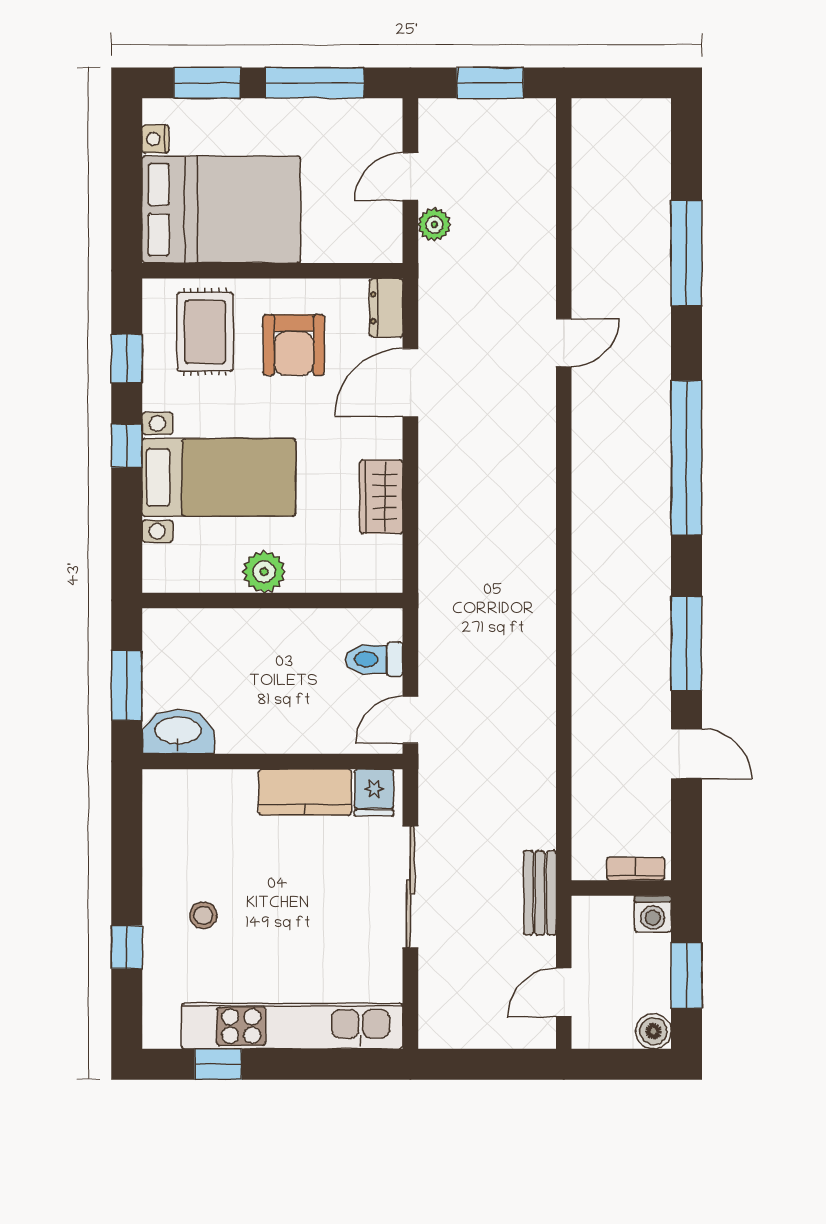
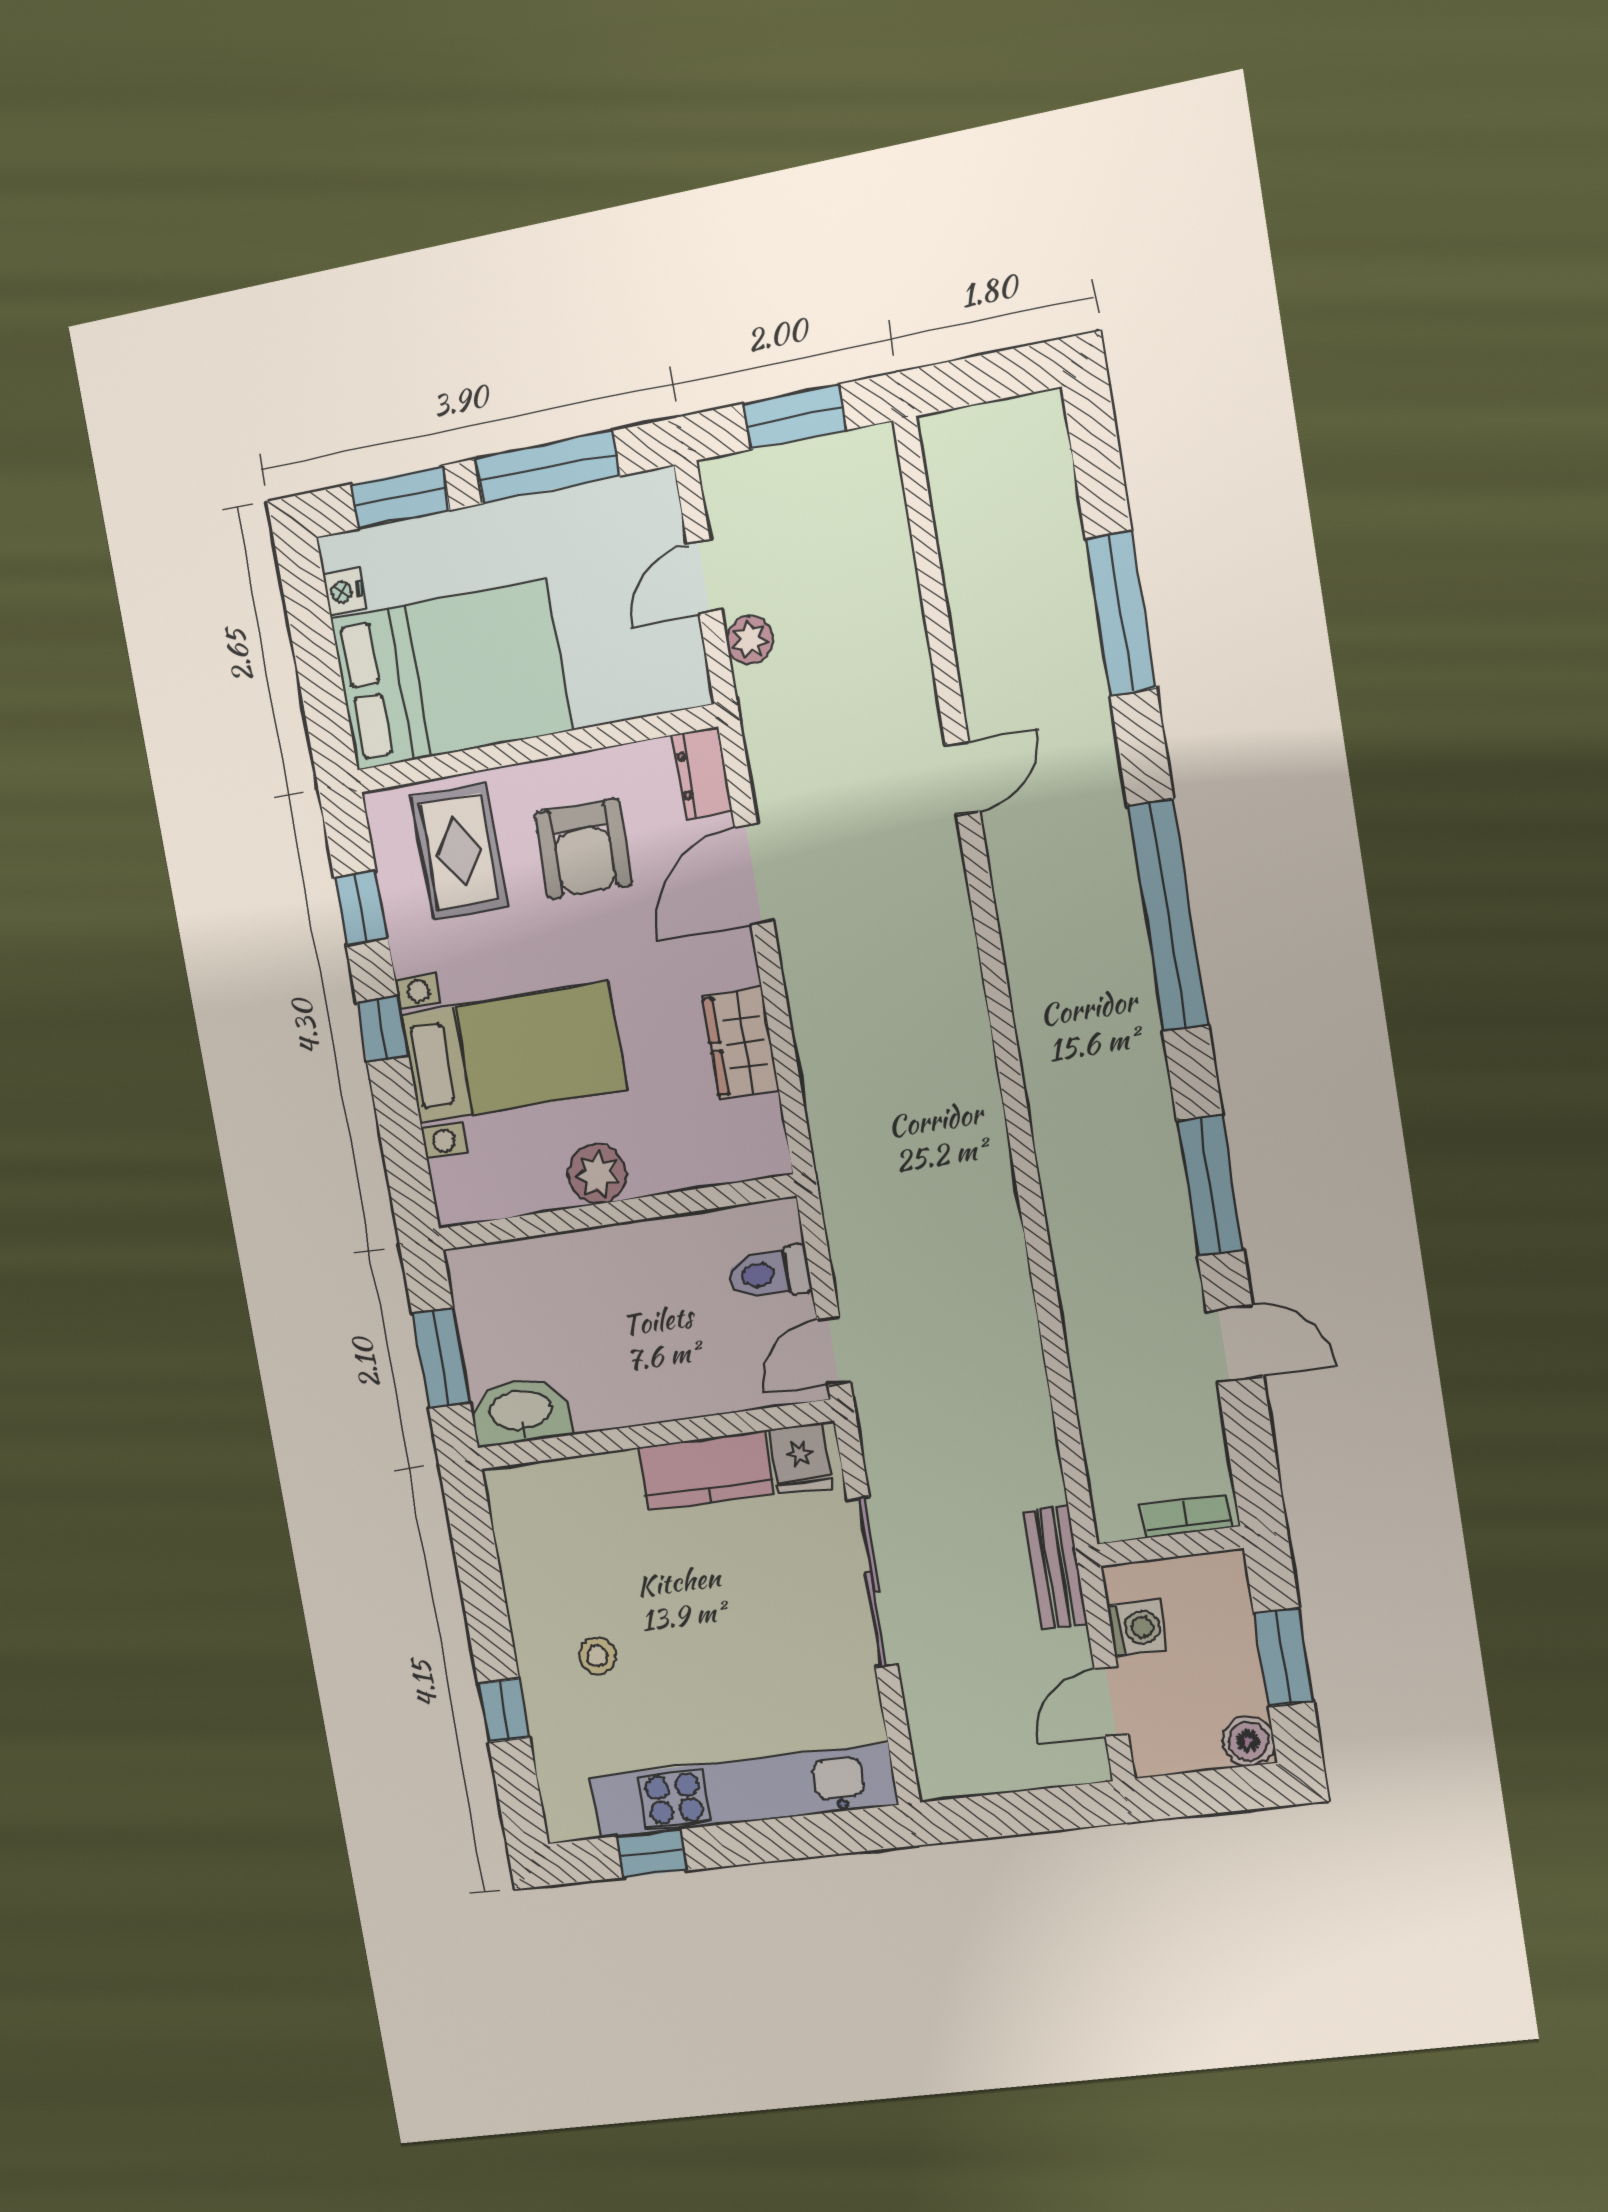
washing machine: (653, 914) -> (1137, 1628), moved, turned -90

